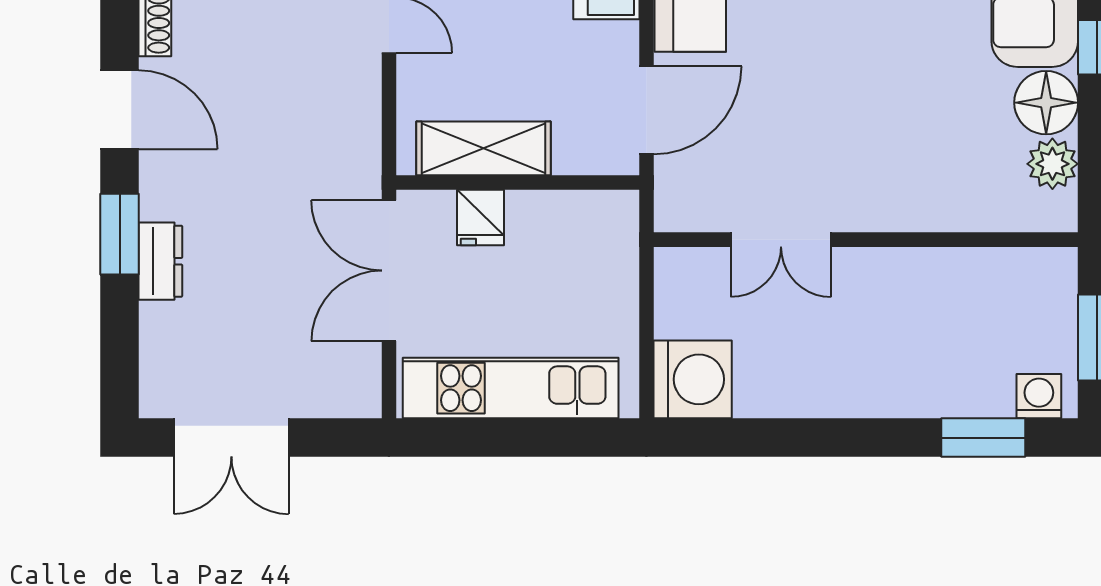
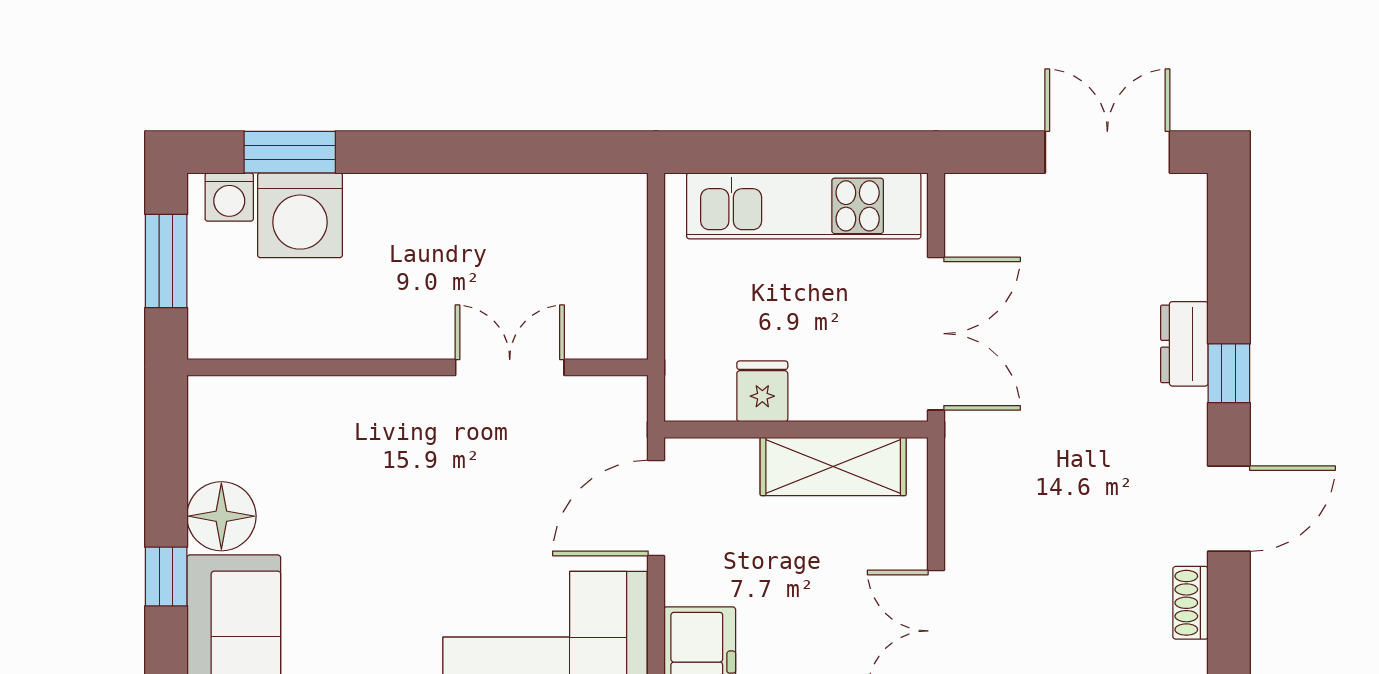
door: (120, 110) -> (1229, 509), swing flipped
plant: (1052, 164) -> (214, 450), removed
fridge: (481, 217) -> (762, 391), moved
window: (120, 234) -> (1229, 373), width x0.67
washing machine: (693, 379) -> (300, 215), moved, turned -90

